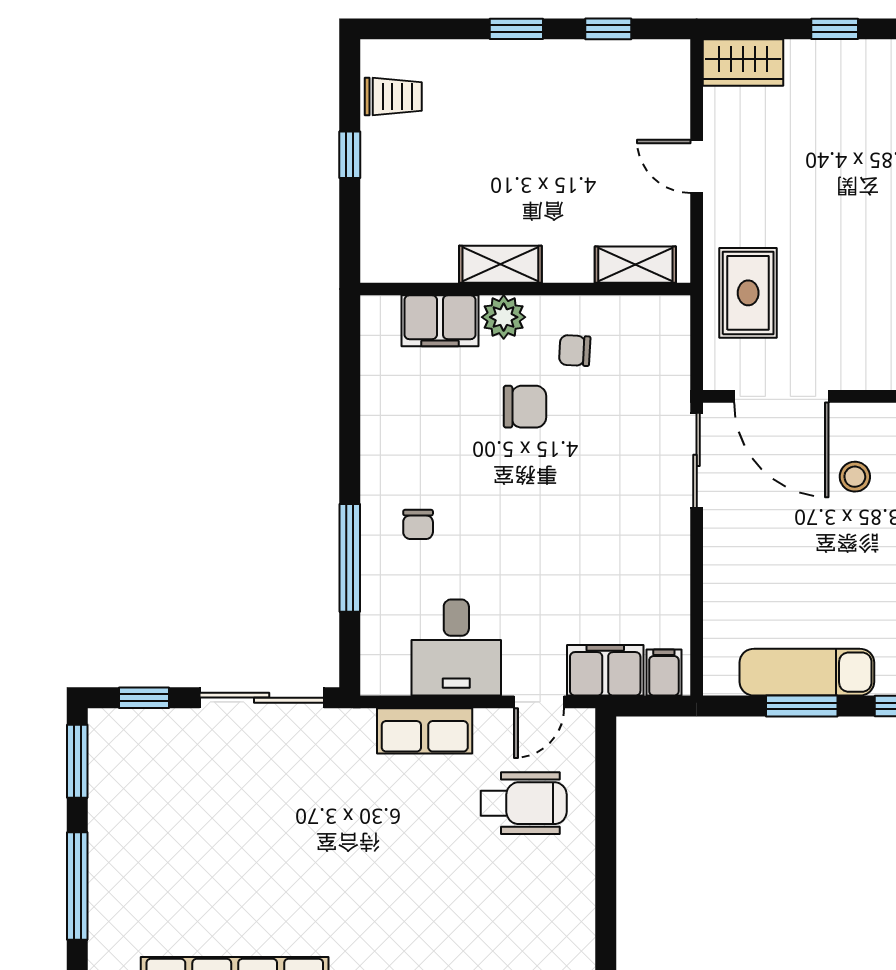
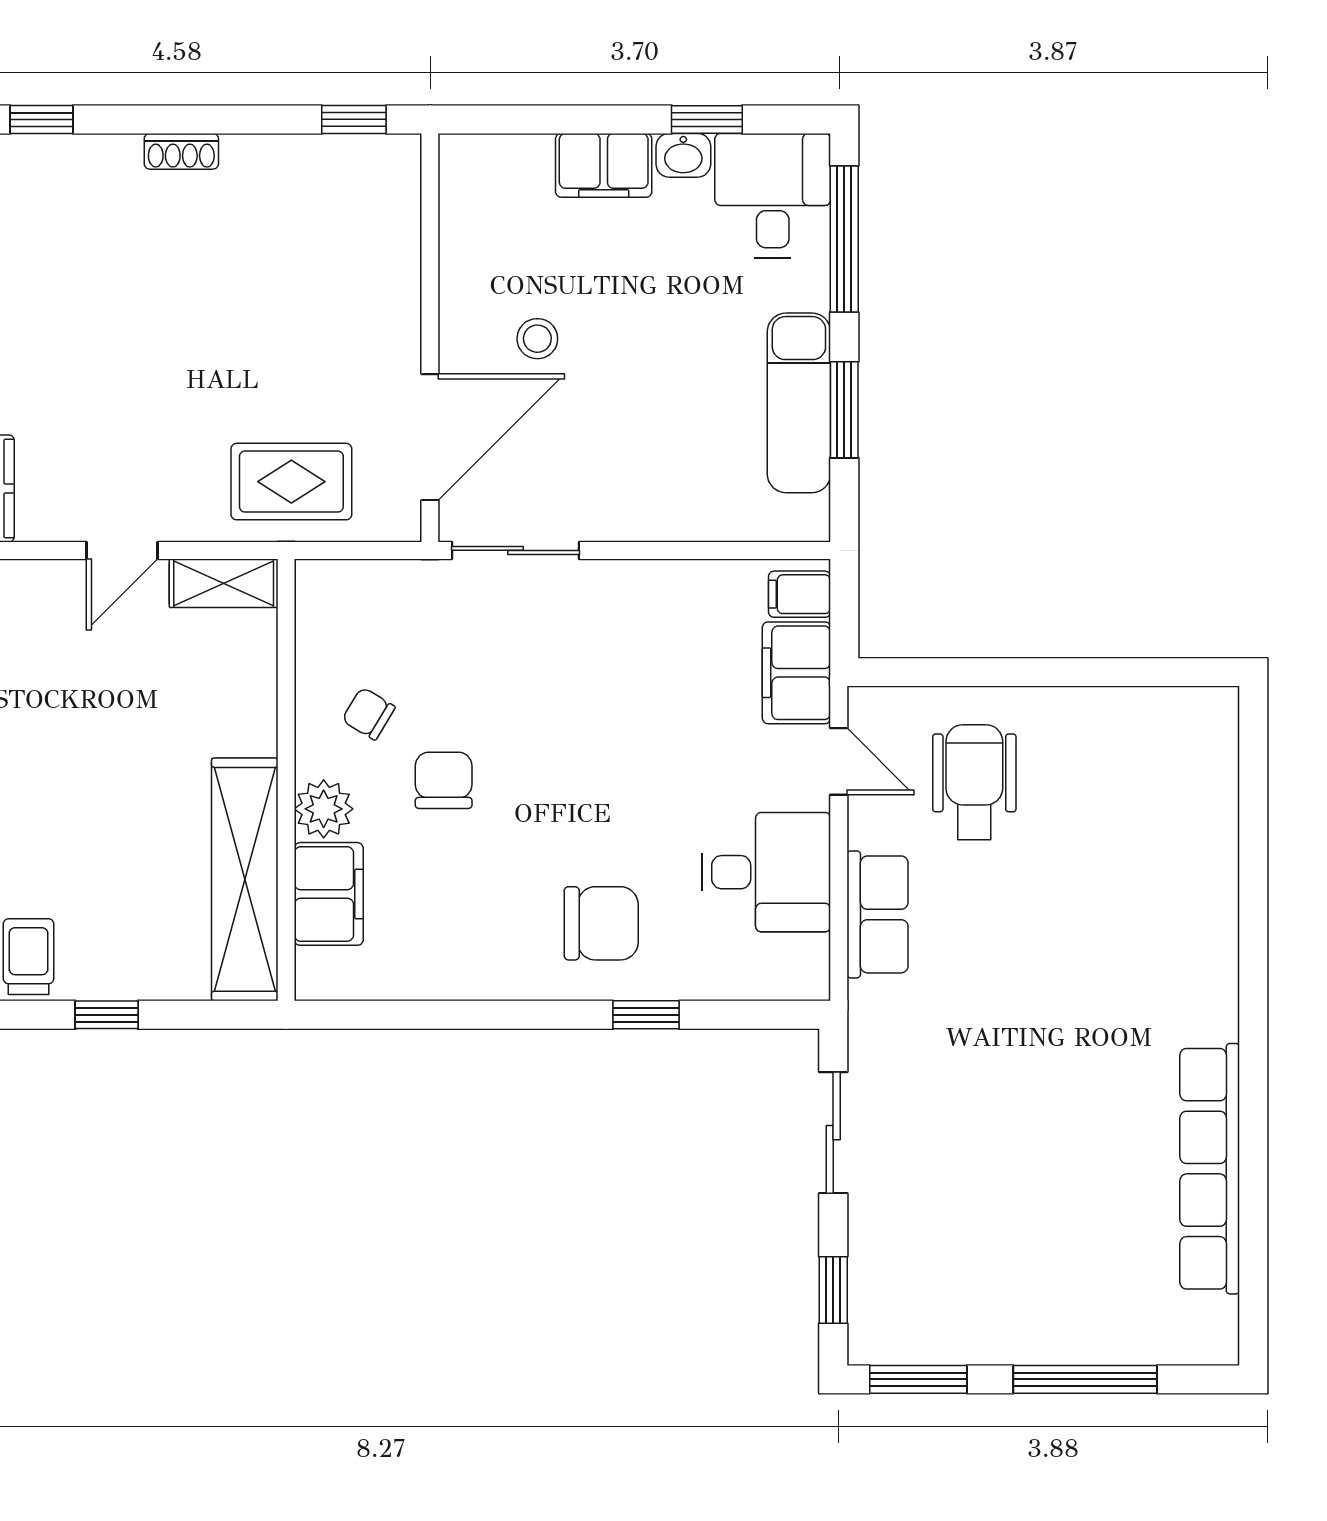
shelving: (500, 264) -> (245, 879), width x2.20, depth x1.33
shelving: (635, 265) -> (224, 583), moved, turned 90
chair: (575, 351) -> (369, 714), turned 118
chair: (418, 524) -> (601, 923), width x1.87, depth x1.87
window: (350, 558) -> (646, 1015), width x0.46
sliding door: (262, 698) -> (833, 1133), width x0.73

